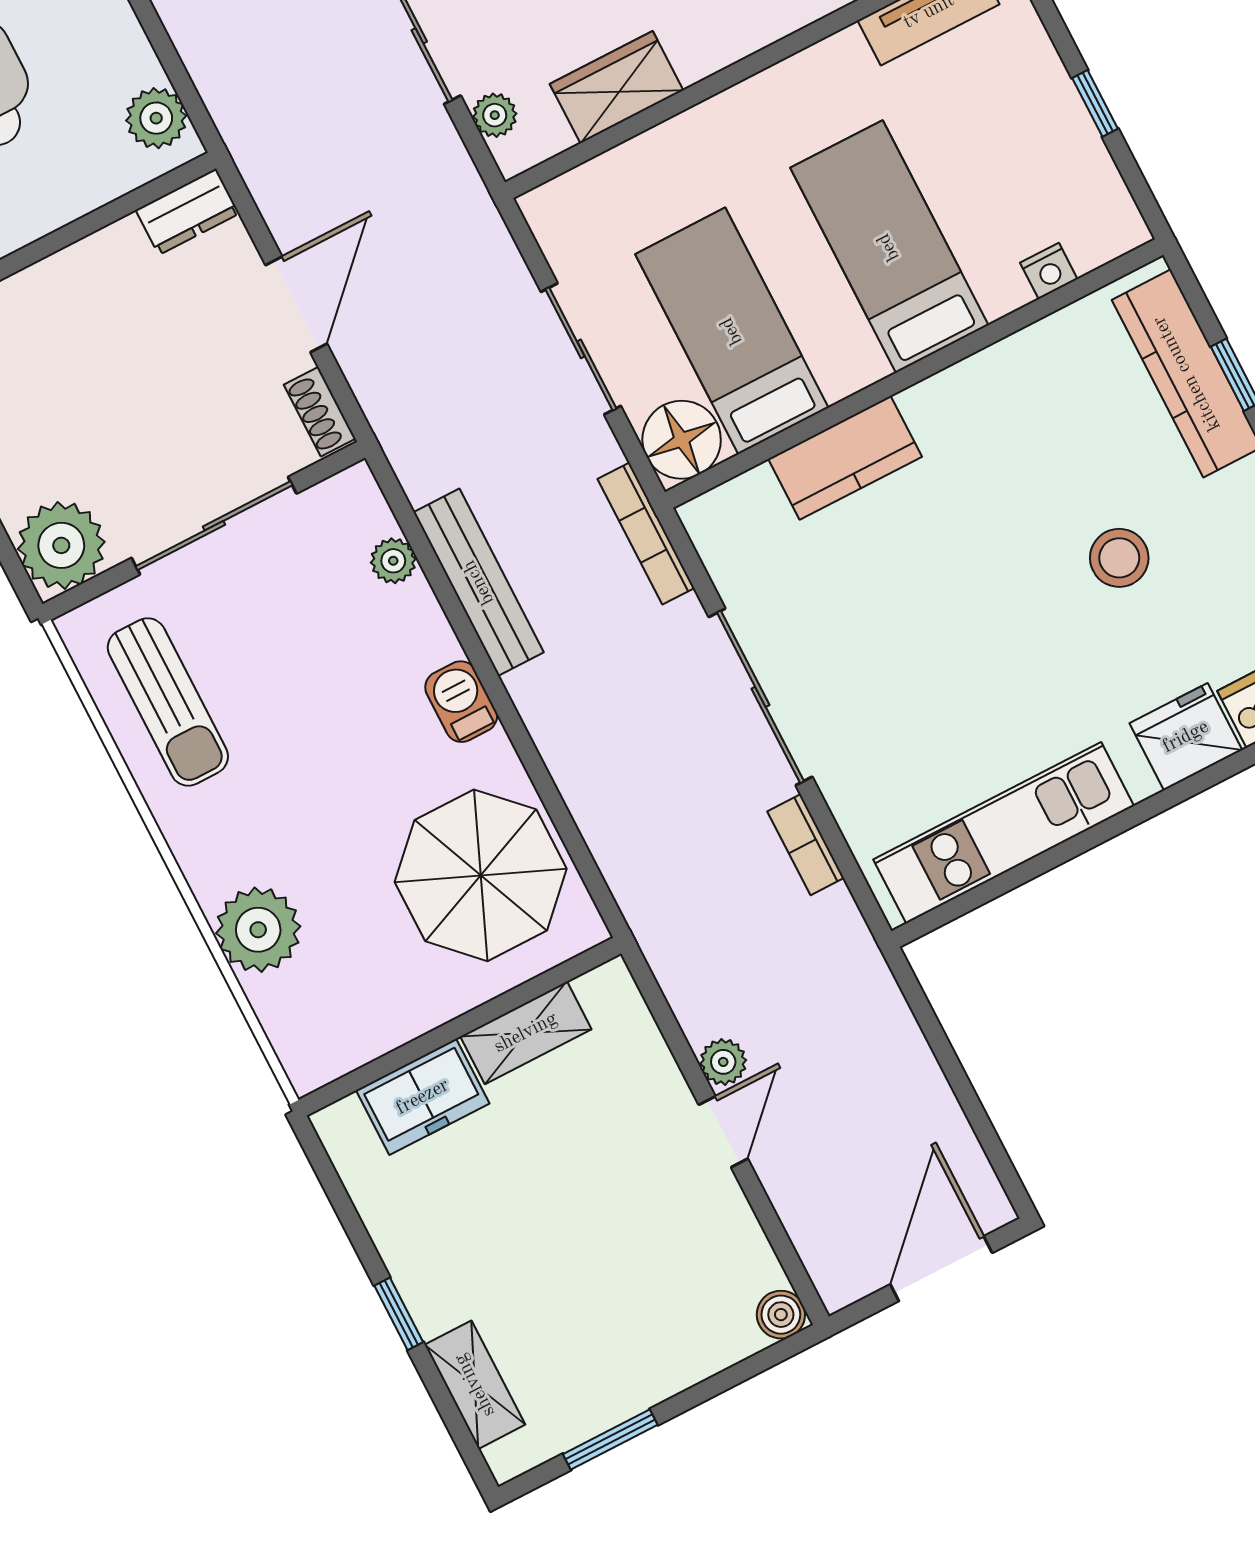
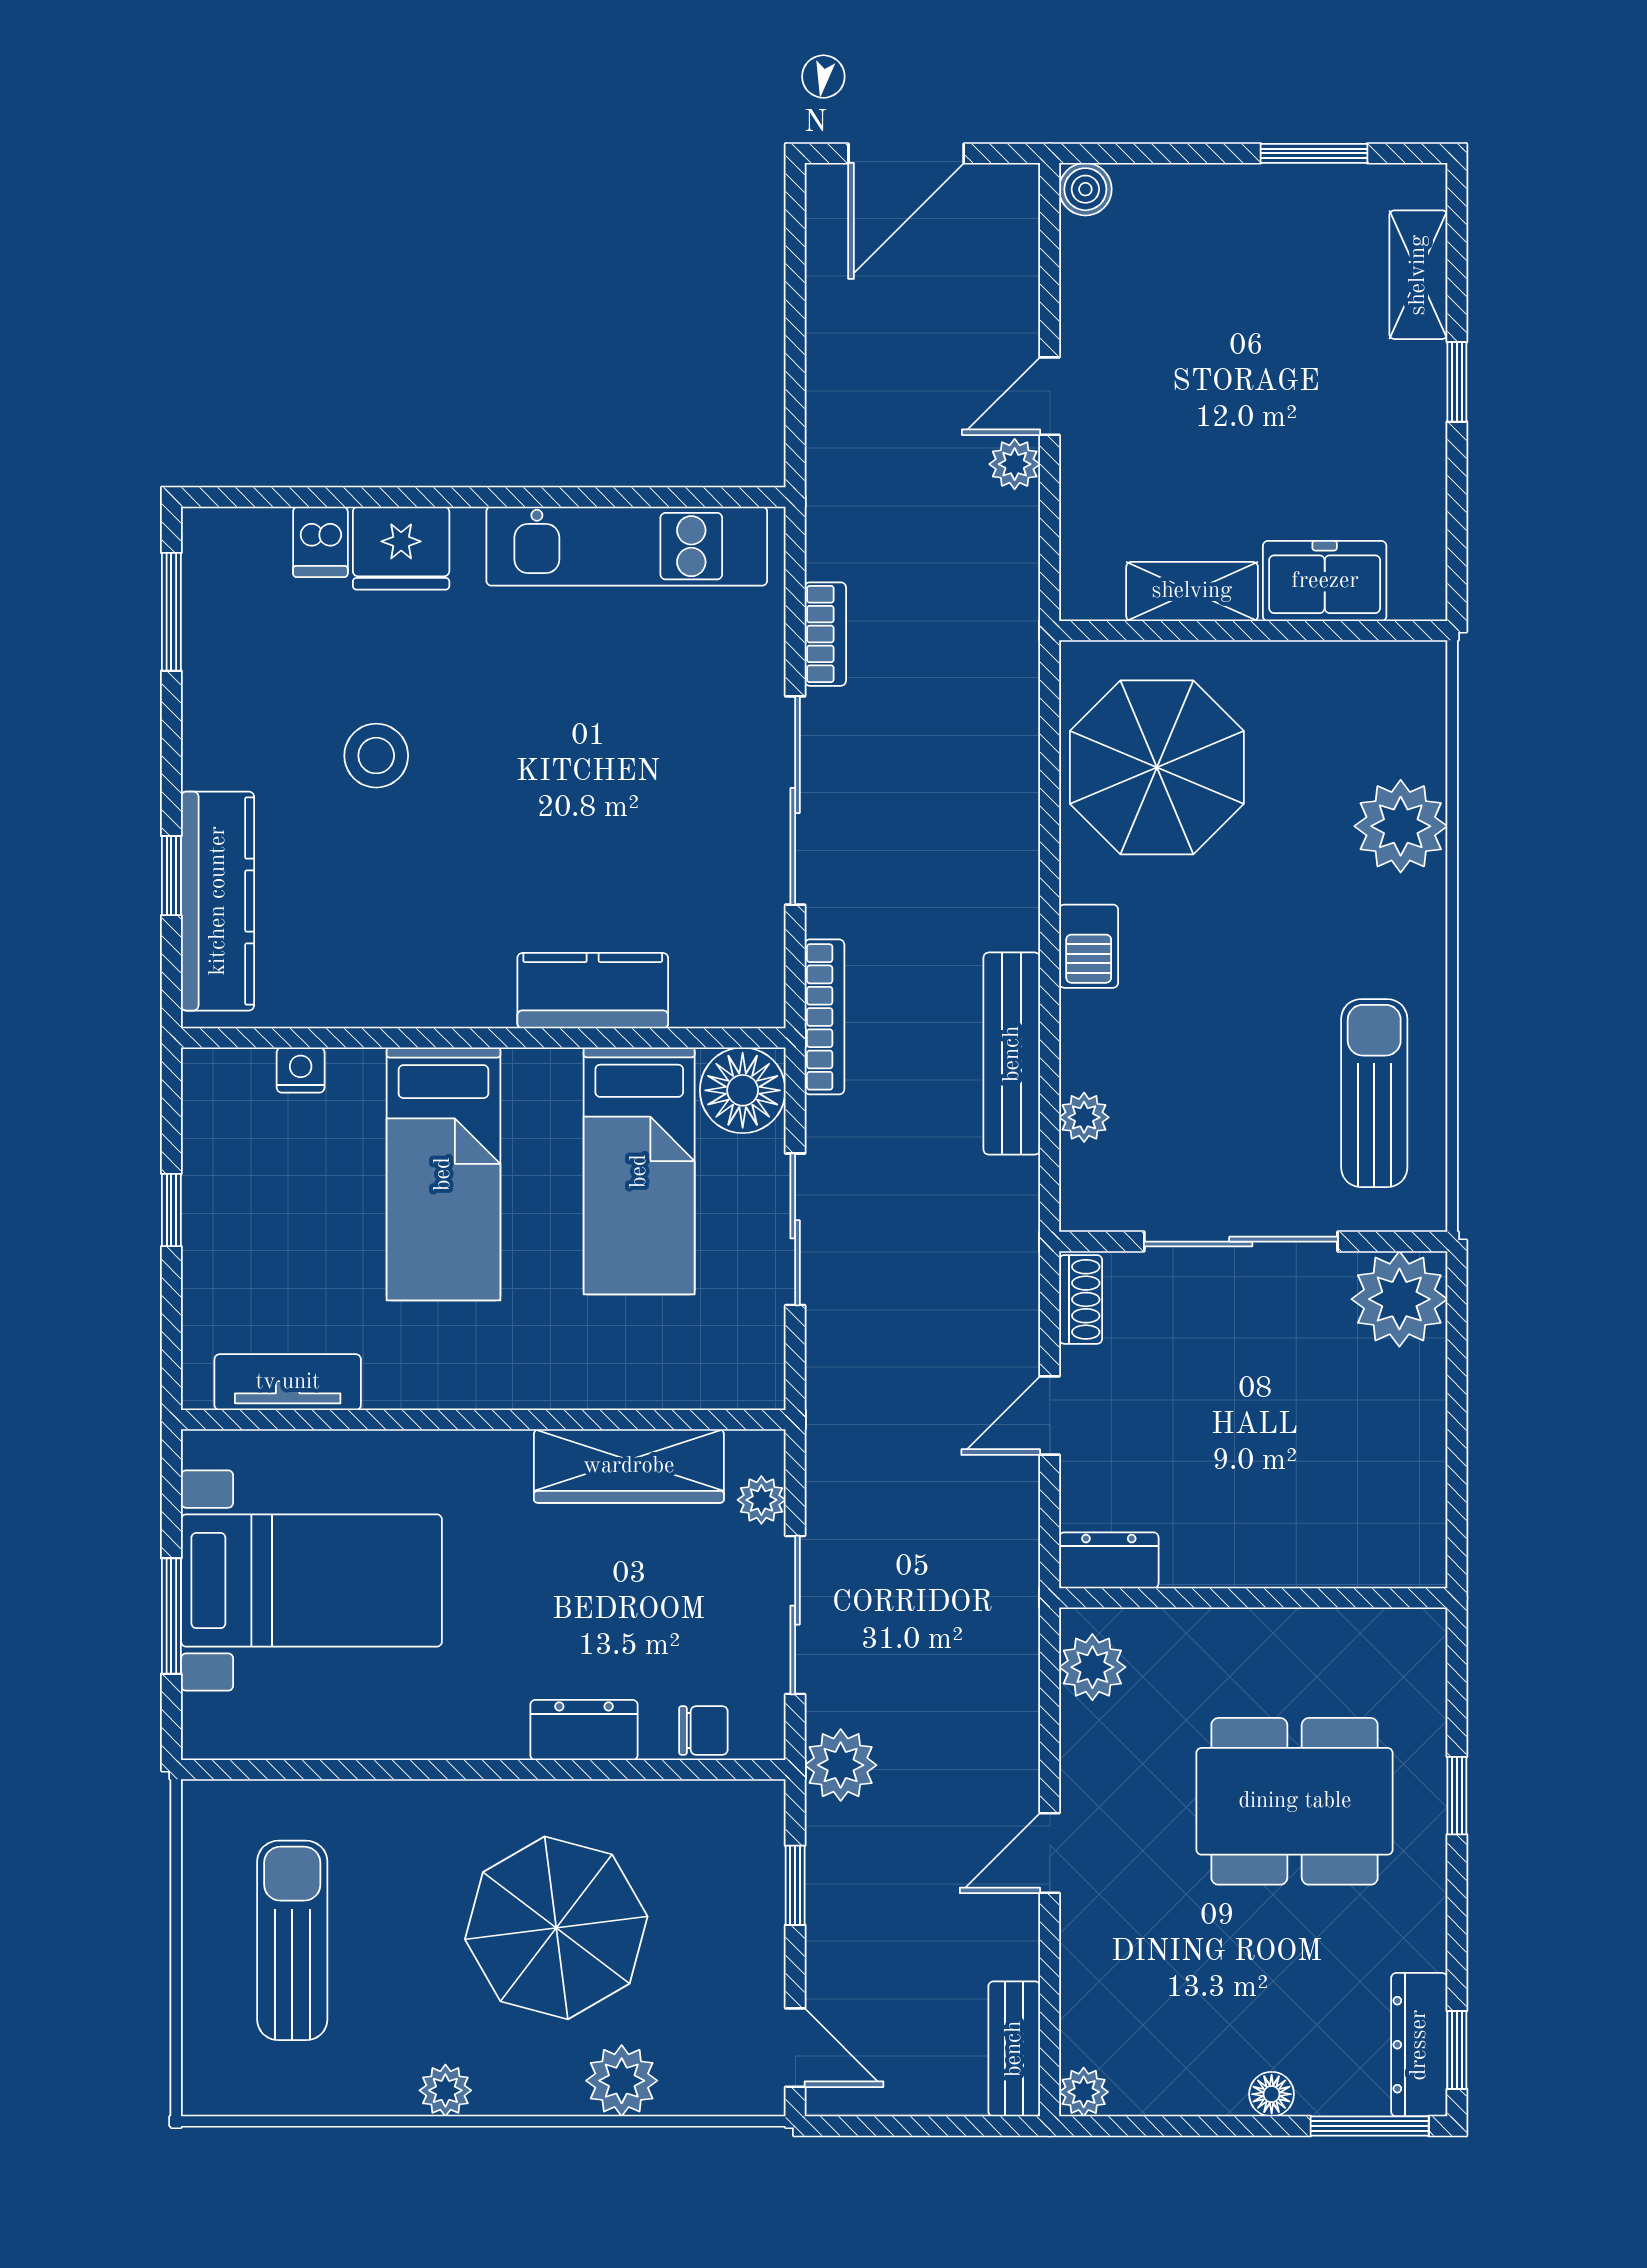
wardrobe: (617, 87) -> (629, 1466), width x1.50
door: (296, 304) -> (1050, 1416), width x0.73

